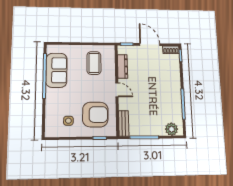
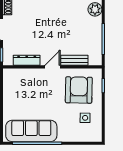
coffee table: (94, 63) -> (23, 91), removed
sofa: (56, 70) -> (31, 131), width x1.36
bench: (124, 123) -> (74, 60), moved

